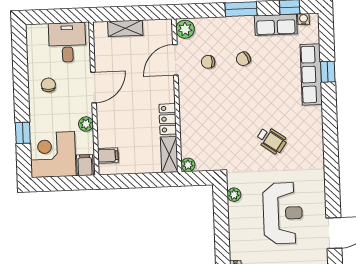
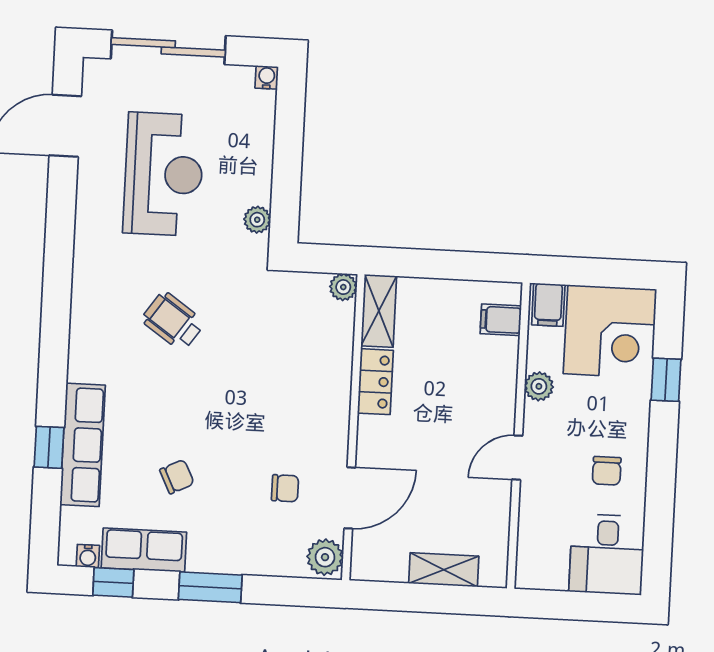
desk: (67, 42) -> (607, 554), moved
chair: (243, 59) -> (177, 477), moved
door: (94, 87) -> (517, 458), width x0.73
reception desk: (283, 213) -> (164, 174), turned 180

